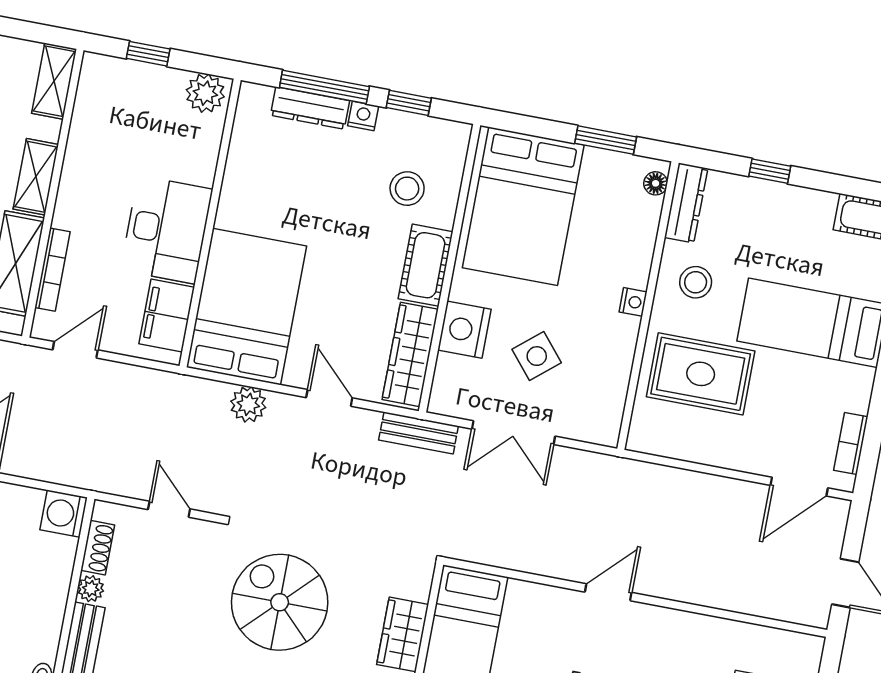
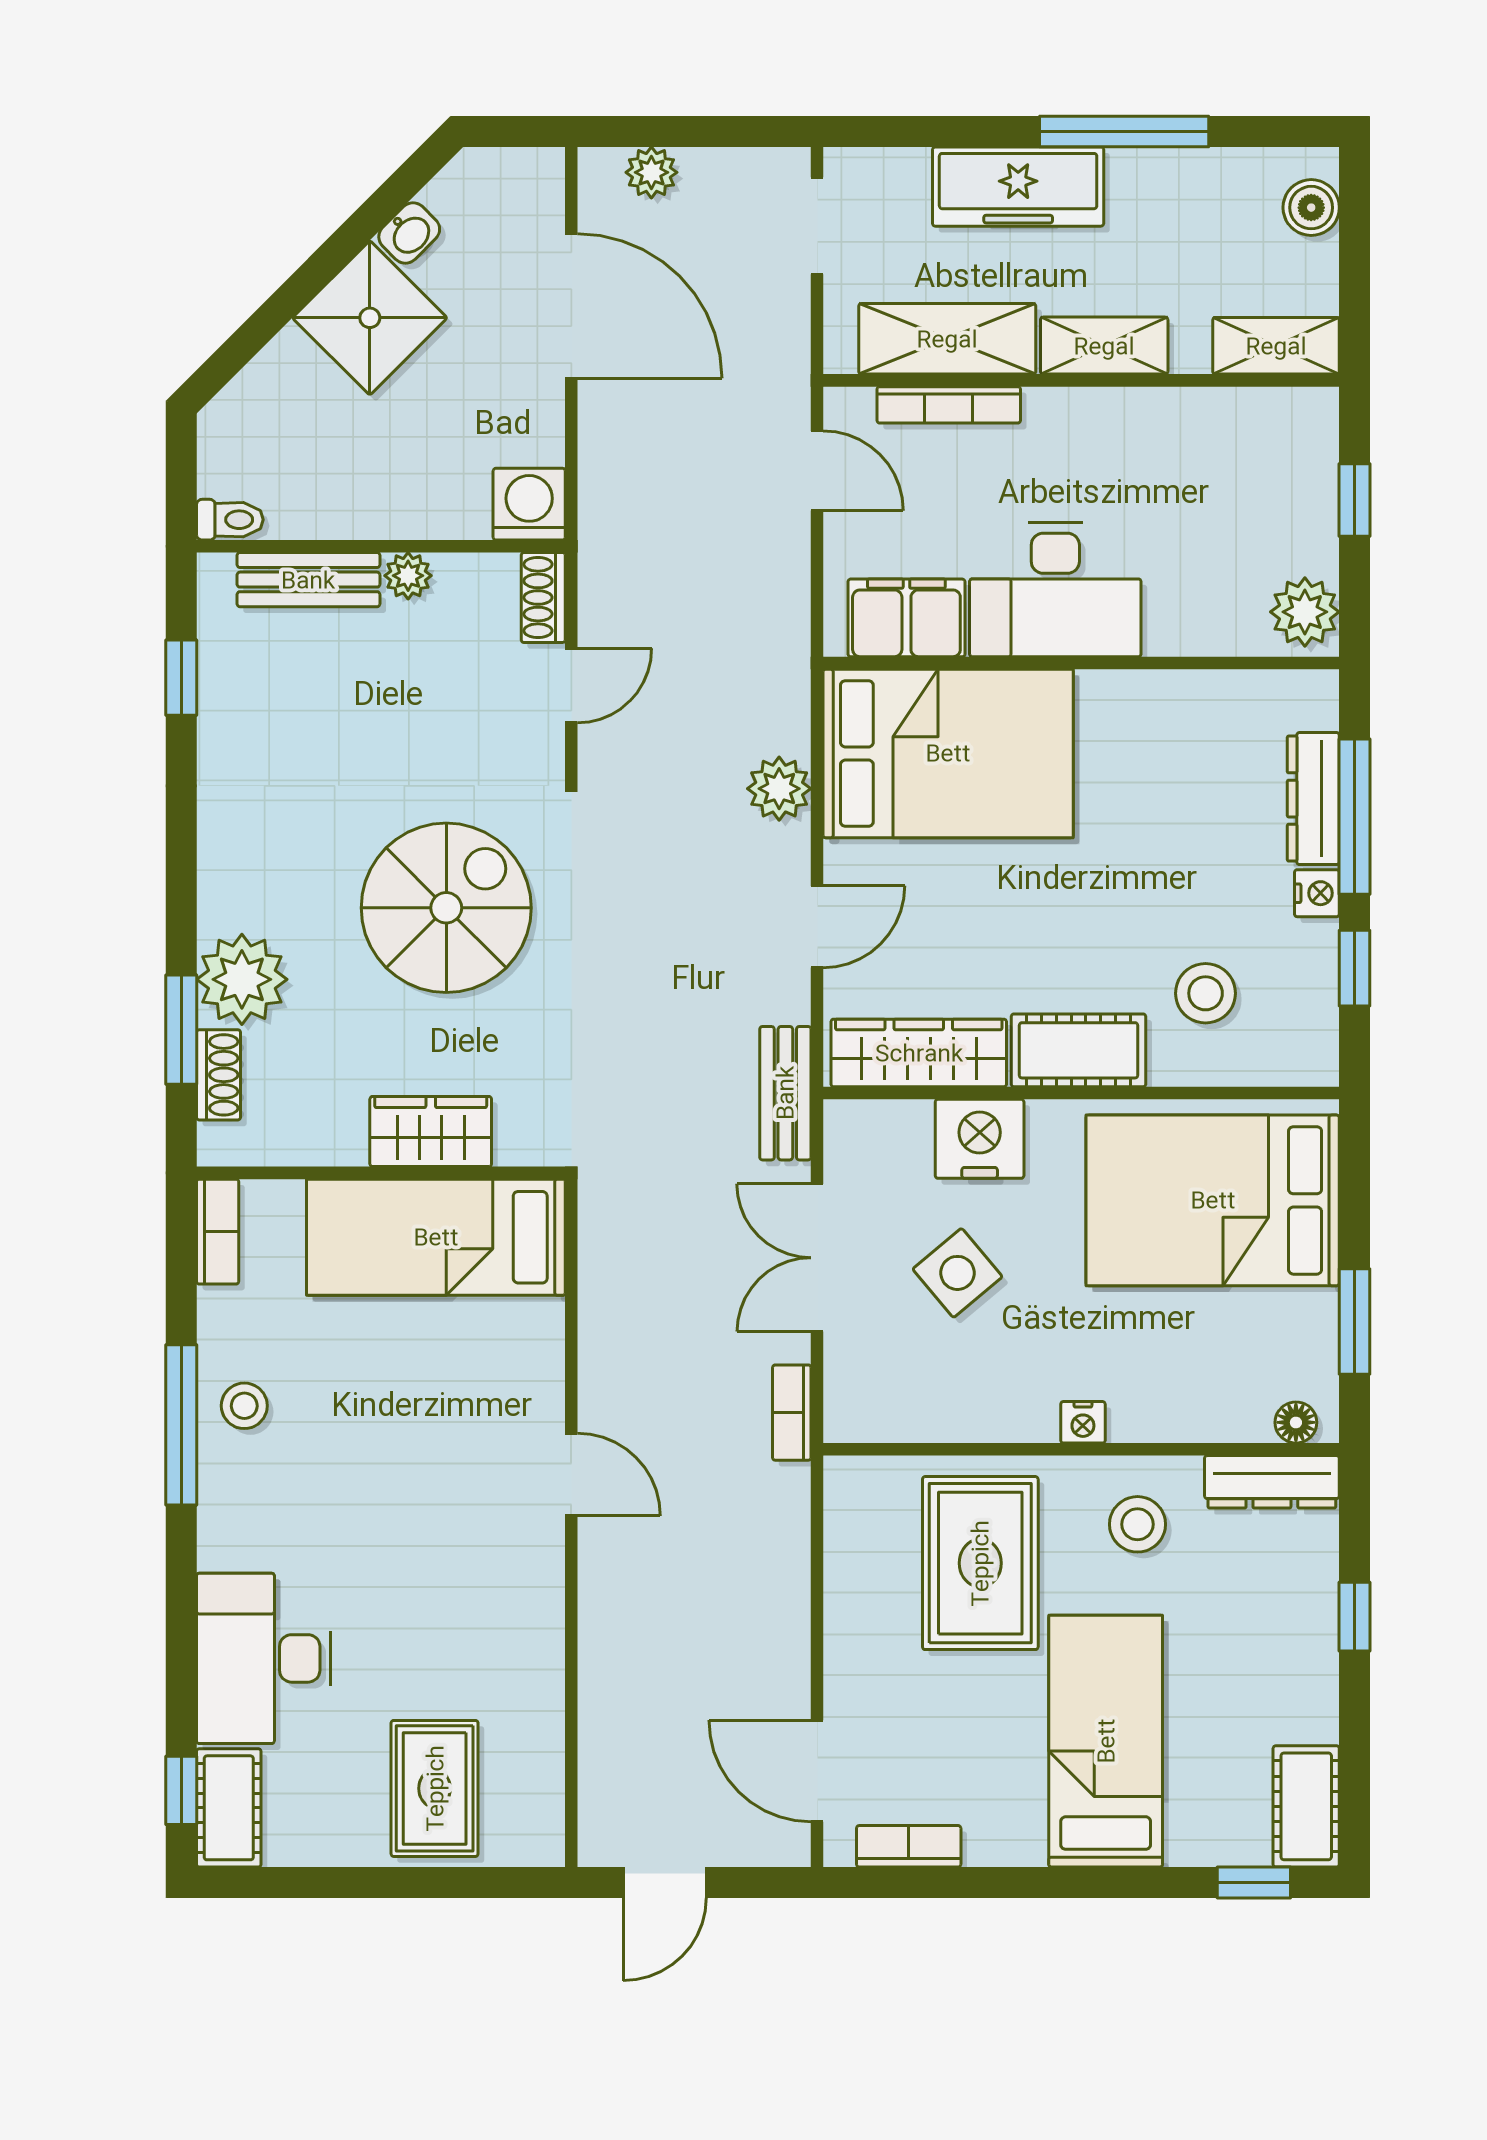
bookcase: (597, 463) -> (792, 1413), added
shoe rack: (98, 548) -> (543, 597), moved, turned 90

